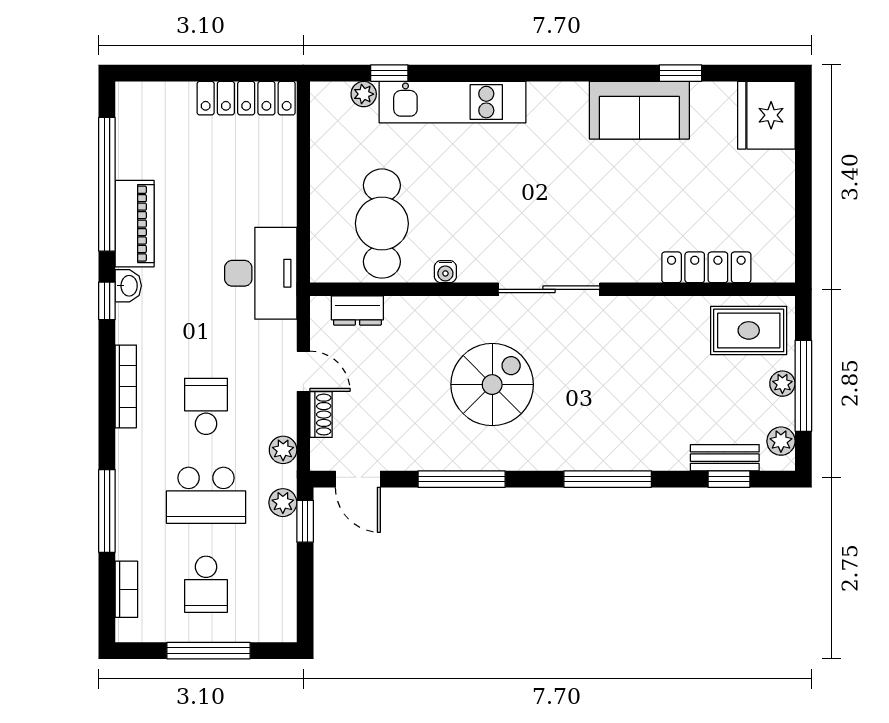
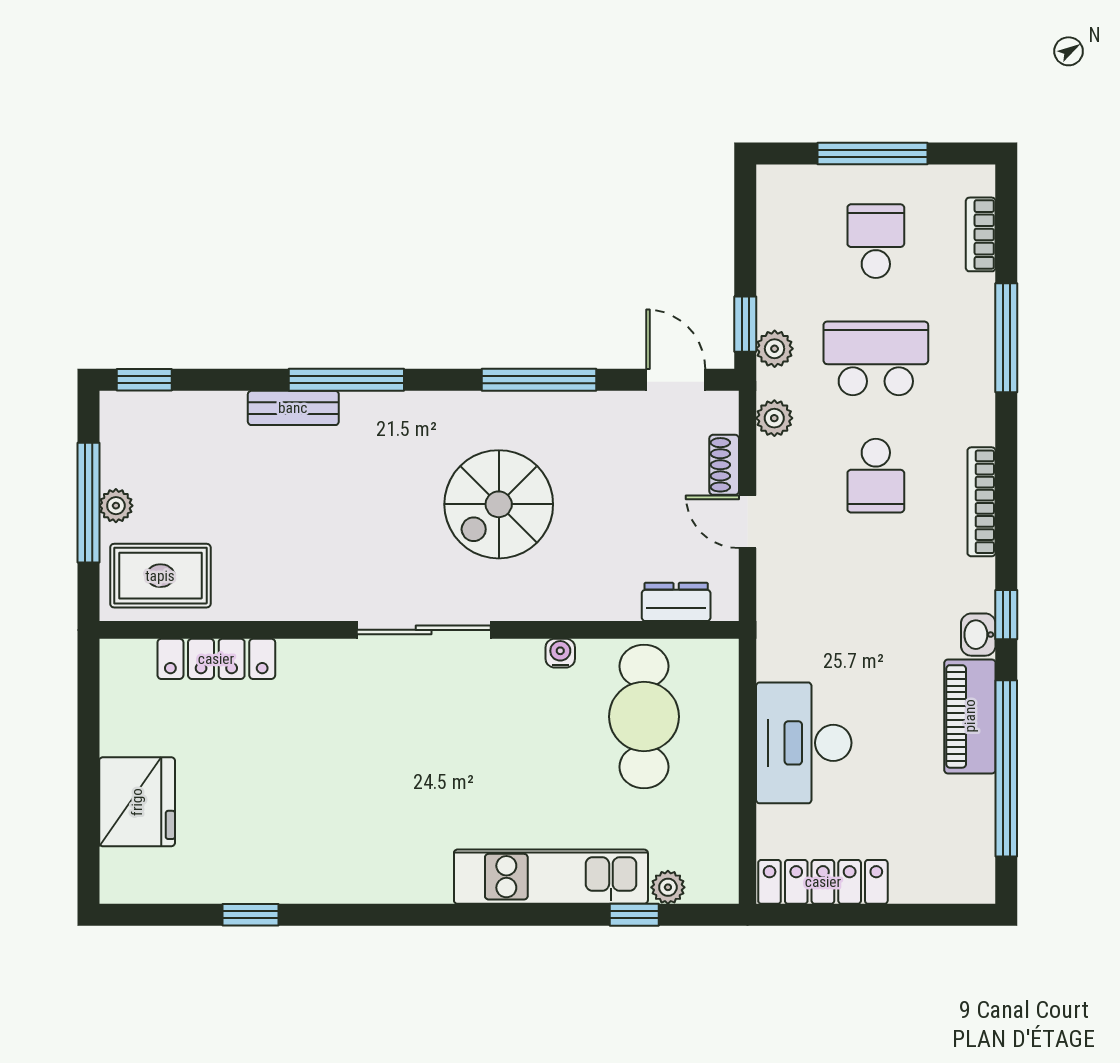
sofa: (639, 110) -> (305, 866), removed
fridge: (766, 115) -> (137, 802), moved
desk: (261, 273) -> (804, 743), moved
plant: (781, 441) -> (118, 430), removed
bench: (725, 458) -> (293, 408), moved
window: (729, 479) -> (144, 380), moved

